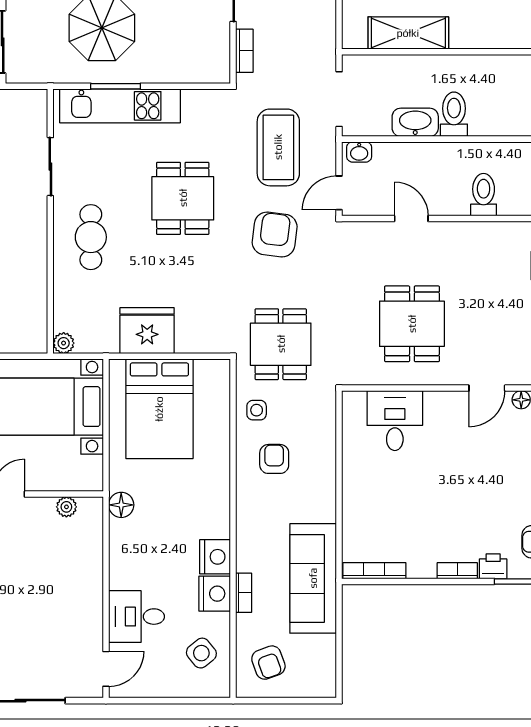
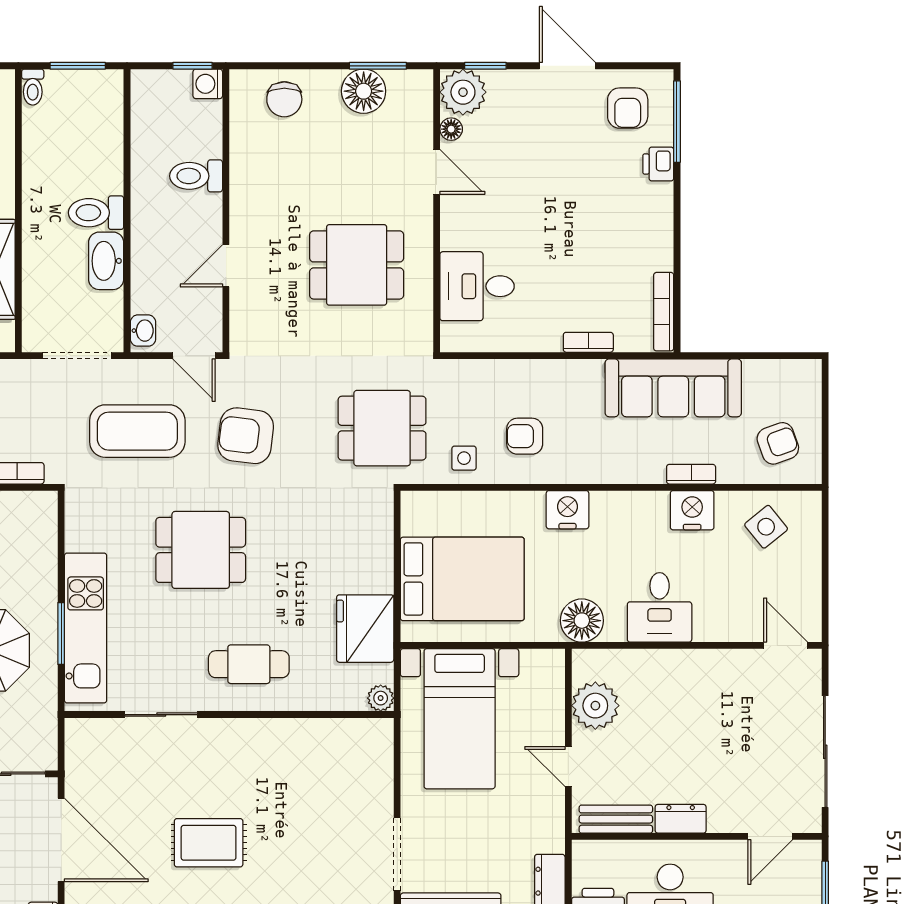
fridge: (147, 331) -> (365, 629), moved
floor lamp: (121, 505) -> (582, 621), width x1.38, depth x1.38
plant: (66, 507) -> (595, 706), width x1.87, depth x1.87
nightstand: (215, 557) -> (567, 510), moved
bookcase: (457, 571) -> (588, 342), moved, turned 90
desk: (137, 617) -> (660, 607), moved

